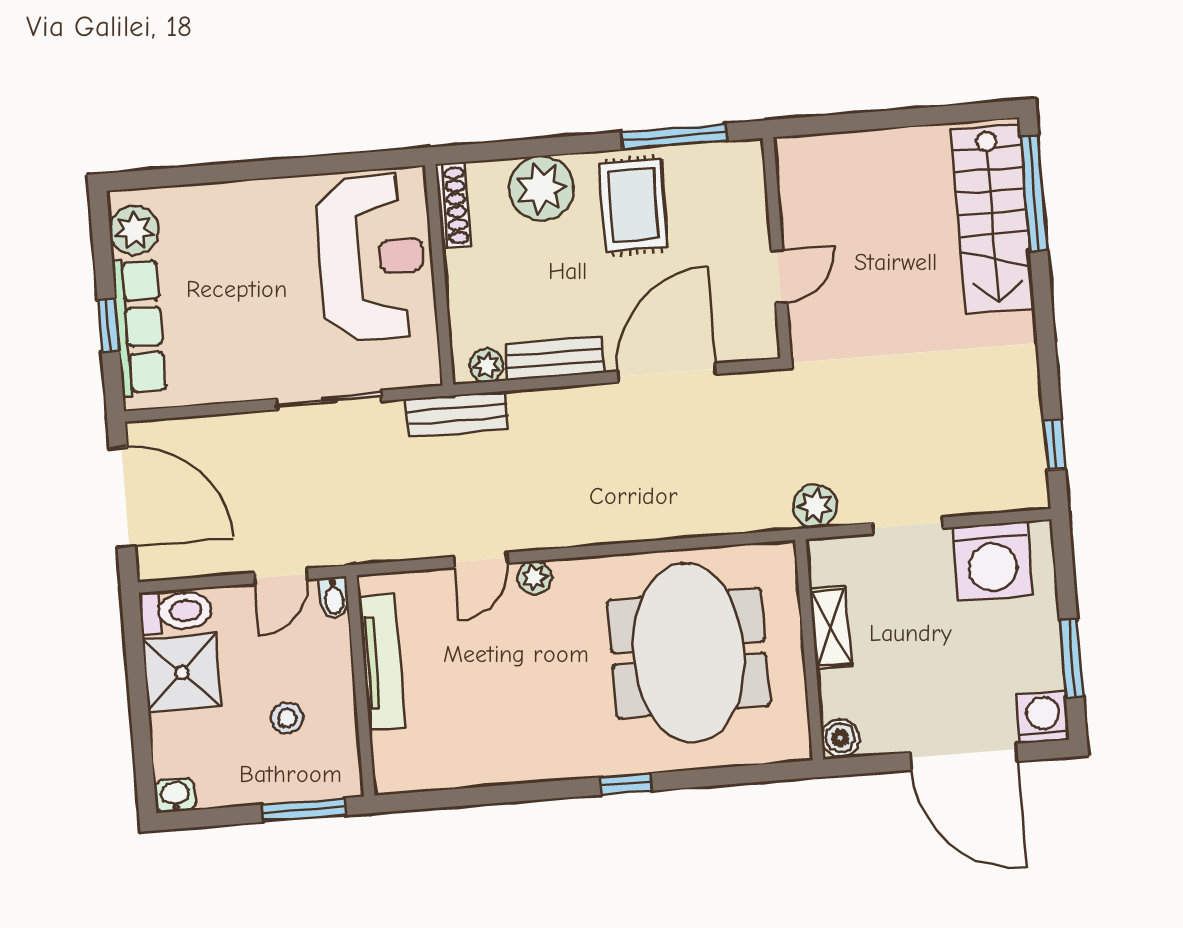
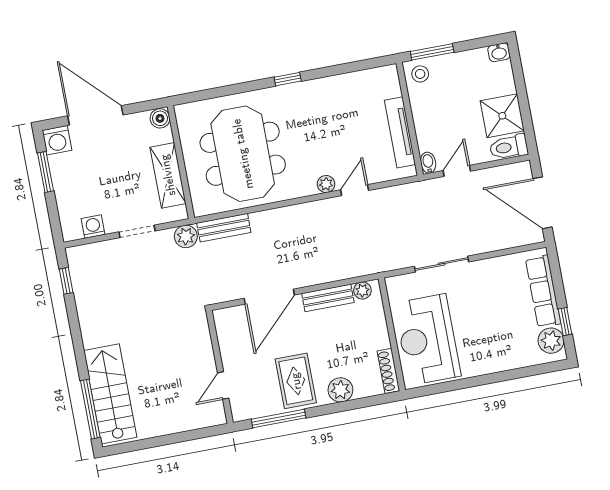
plant: (541, 188) -> (340, 390), width x0.73, depth x0.73
door: (779, 277) -> (223, 386), moved
window: (108, 325) -> (565, 322), moved
bench: (457, 414) -> (224, 228), moved
washing machine: (993, 561) -> (93, 227), width x0.53, depth x0.53
shelving: (831, 627) -> (168, 175), width x1.50, depth x1.33
stool: (287, 718) -> (420, 74), moved
window: (626, 784) -> (288, 79), moved

